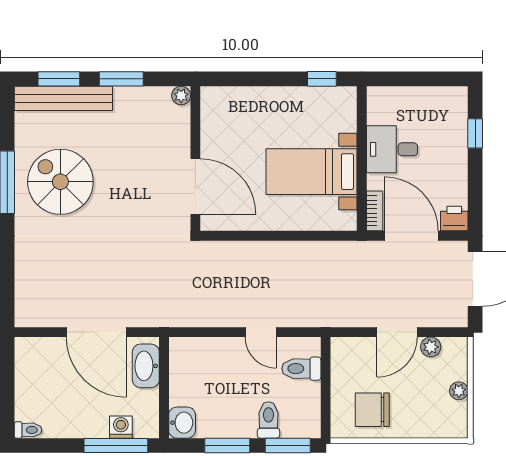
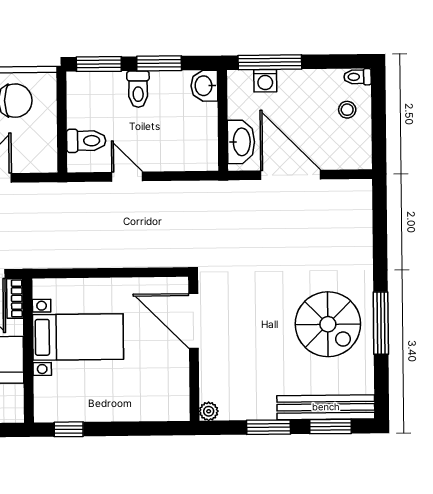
stool: (39, 397) -> (347, 110), added
toilet: (268, 420) -> (138, 89), moved

